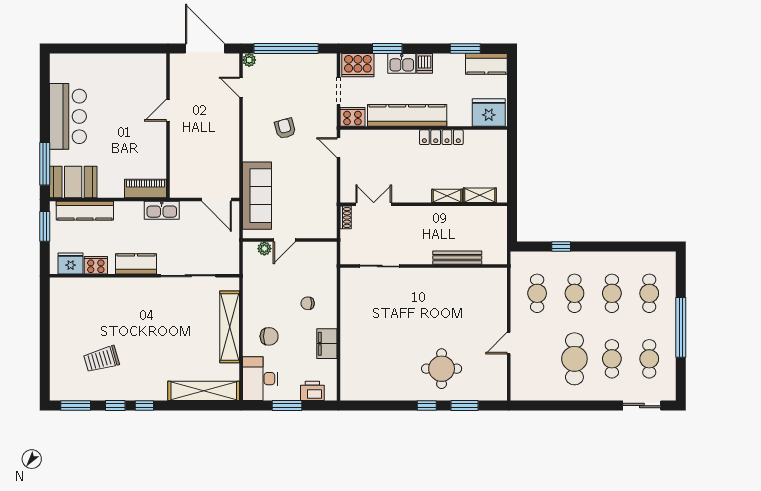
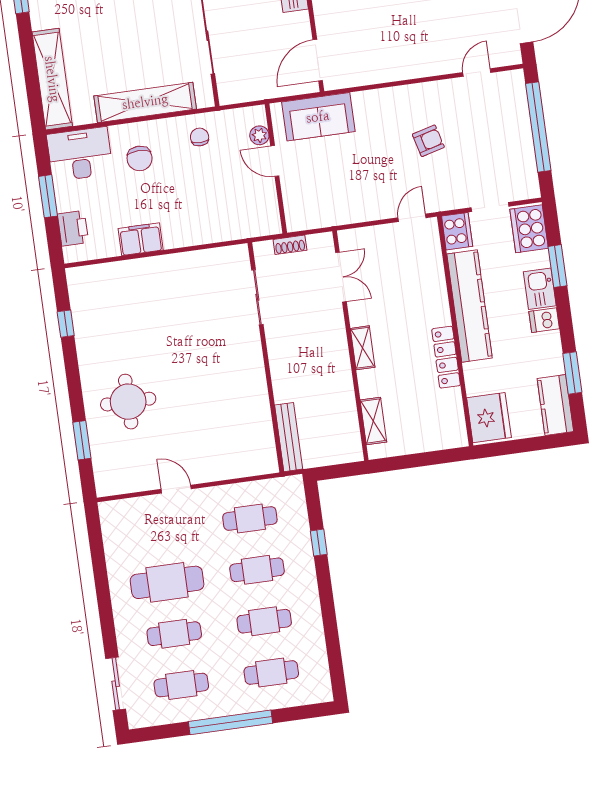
plant: (249, 60) -> (516, 79), removed
sofa: (257, 196) -> (318, 117), width x0.73
shelving: (447, 196) -> (363, 348), moved
shoe rack: (346, 217) -> (290, 245), moved
bench: (457, 258) -> (289, 437), moved
chair: (308, 303) -> (200, 137), moved
window: (427, 406) -> (66, 324), moved

